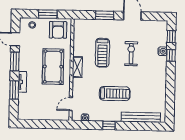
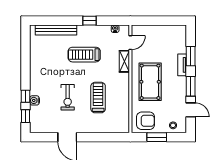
window: (105, 15) -> (97, 137), removed
armchair: (58, 30) -> (146, 121), turned 90
shelving: (77, 67) -> (124, 61), moved

